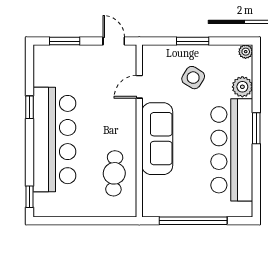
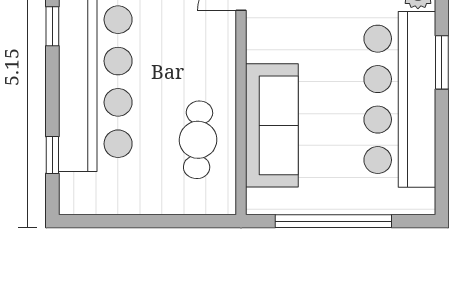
sofa: (157, 139) -> (272, 125), moved
window: (29, 197) -> (52, 155), moved

